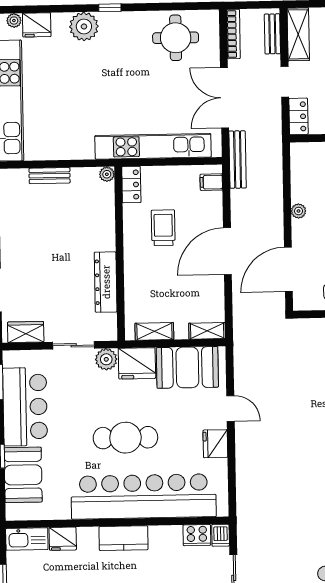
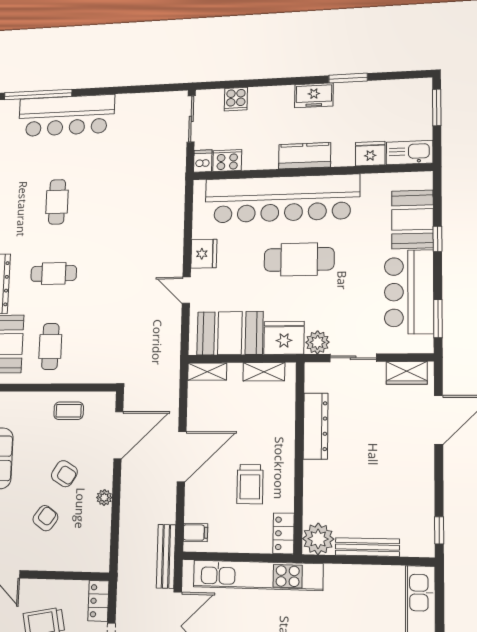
plant: (107, 174) -> (318, 539), width x1.88, depth x1.88
bench: (50, 176) -> (367, 547), width x1.36

